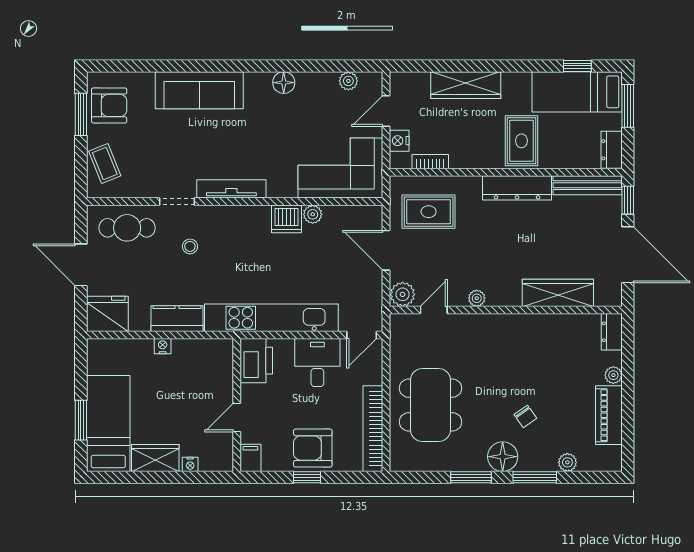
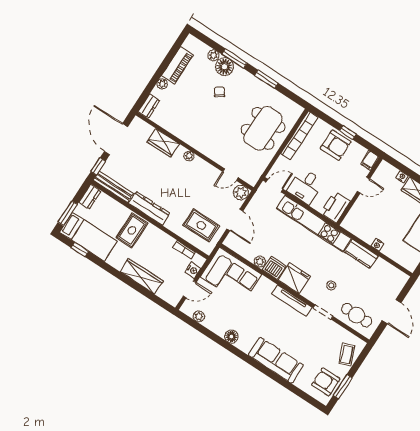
wardrobe: (558, 293) -> (163, 143), width x0.67
plant: (477, 298) -> (189, 156), moved
fridge: (107, 314) -> (294, 278), moved, turned 180
floor lamp: (503, 457) -> (224, 67), moved

